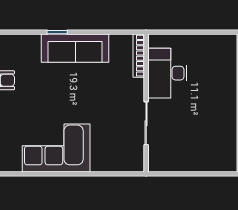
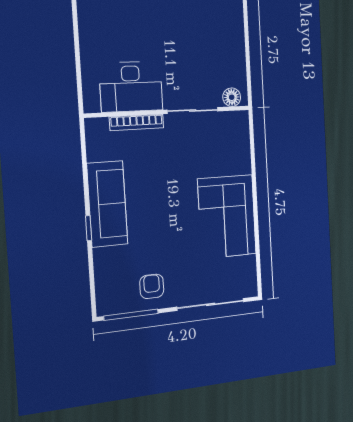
bookcase: (139, 56) -> (137, 122), moved
floor lamp: (156, 158) -> (232, 97), added

